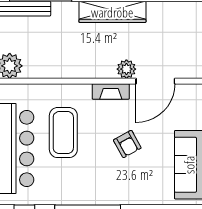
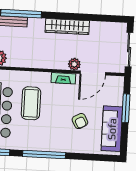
armchair: (127, 144) -> (80, 121), moved

